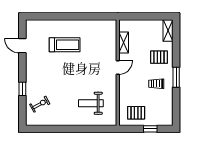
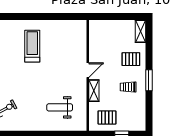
shelving: (124, 42) -> (94, 91), moved
treadmill: (65, 45) -> (32, 46), turned -90

